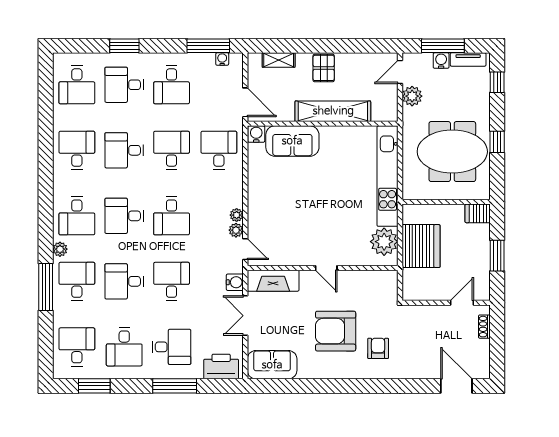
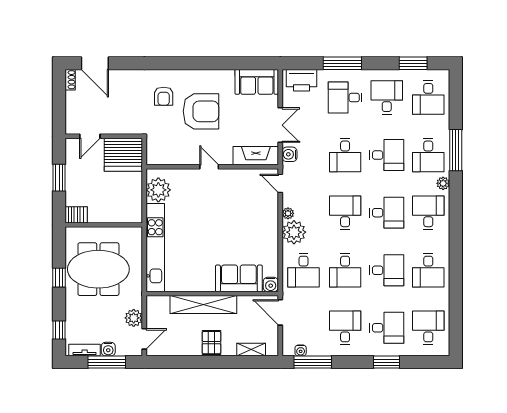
plant: (236, 230) -> (294, 232), moved, width x1.88, depth x1.88
server rack: (421, 246) -> (123, 155), moved, turned -90
shoe rack: (484, 327) -> (70, 80), moved

